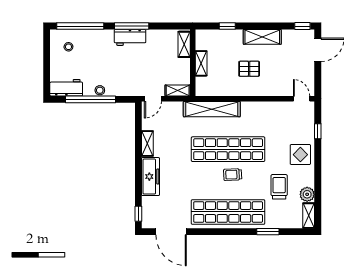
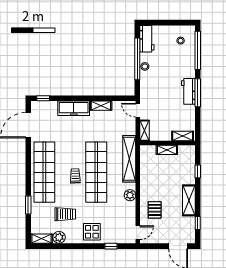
window: (302, 26) -> (198, 223), moved
pallet: (249, 69) -> (155, 210), moved
plant: (256, 108) -> (130, 195), added

